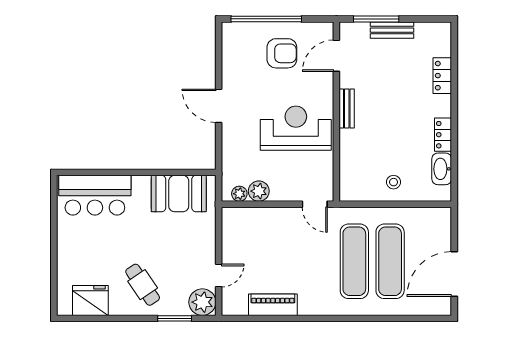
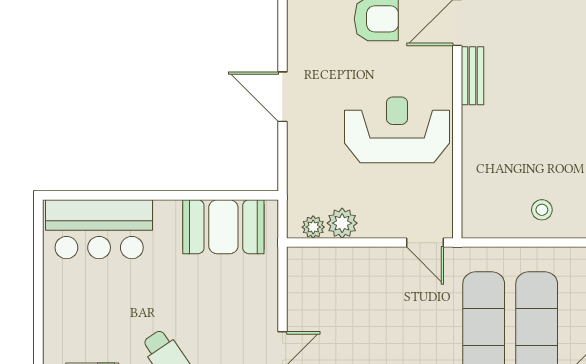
bench: (347, 108) -> (472, 76), moved

